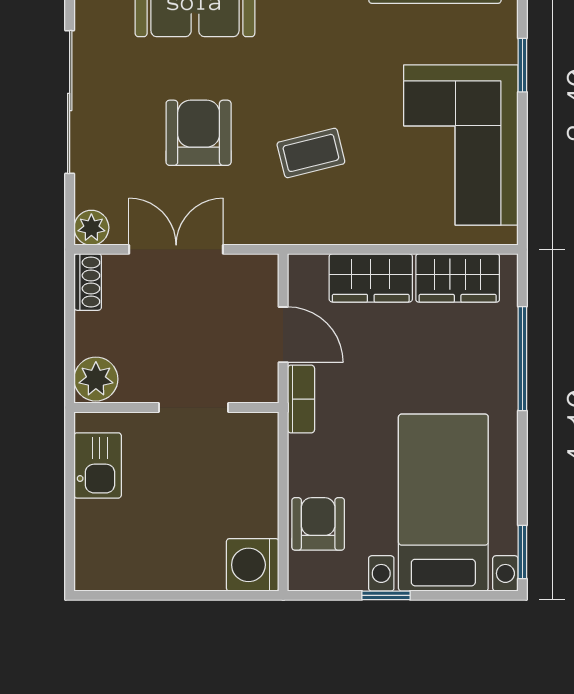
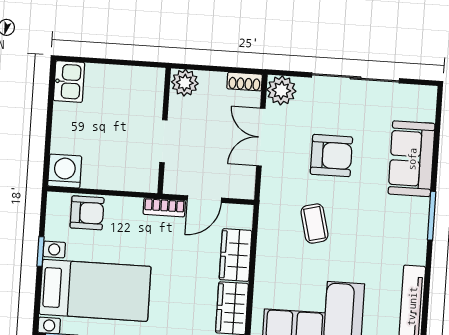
plant: (91, 228) -> (281, 90), width x1.38, depth x1.38
double door: (176, 249) -> (261, 137), swing flipped
kitchen sink: (98, 465) -> (69, 82), moved, turned -90

